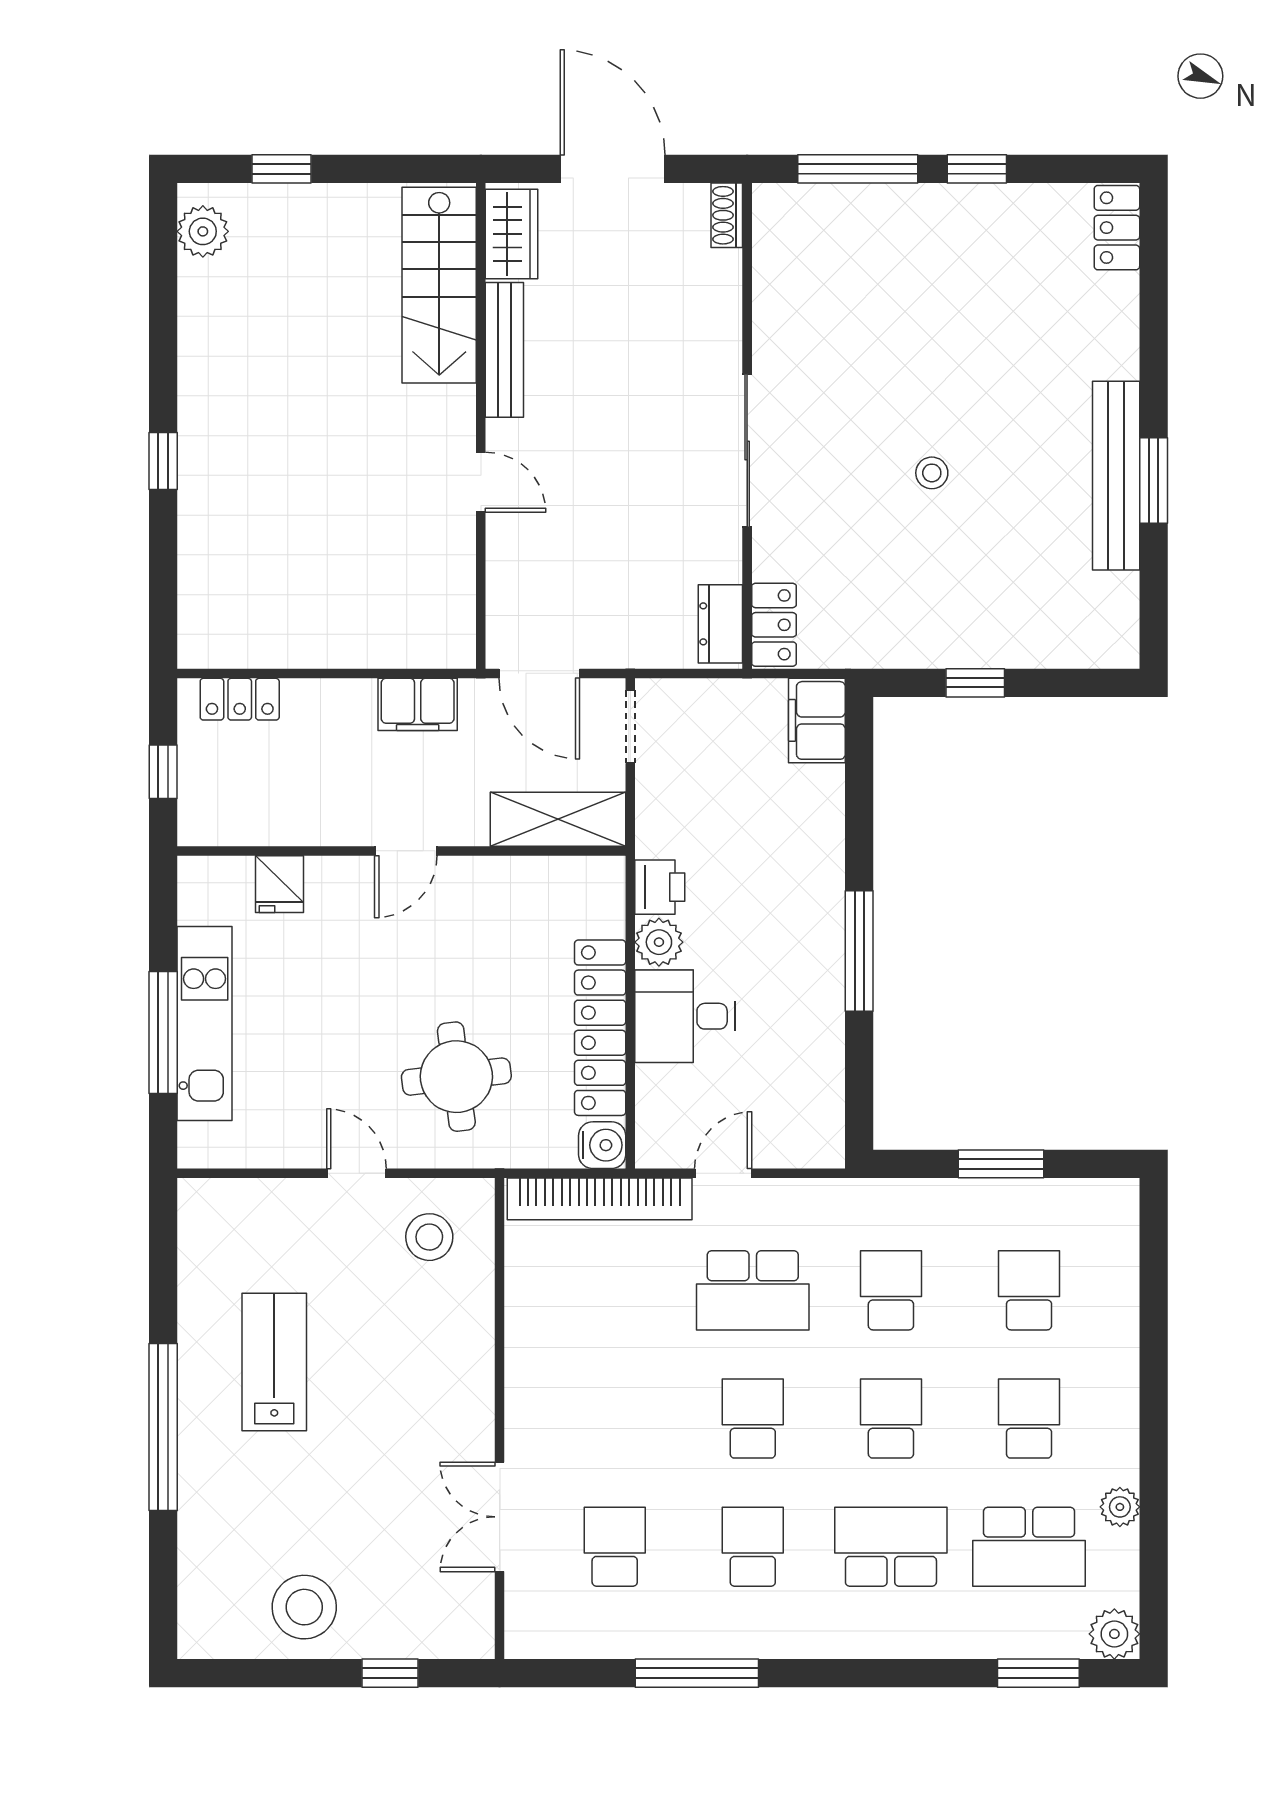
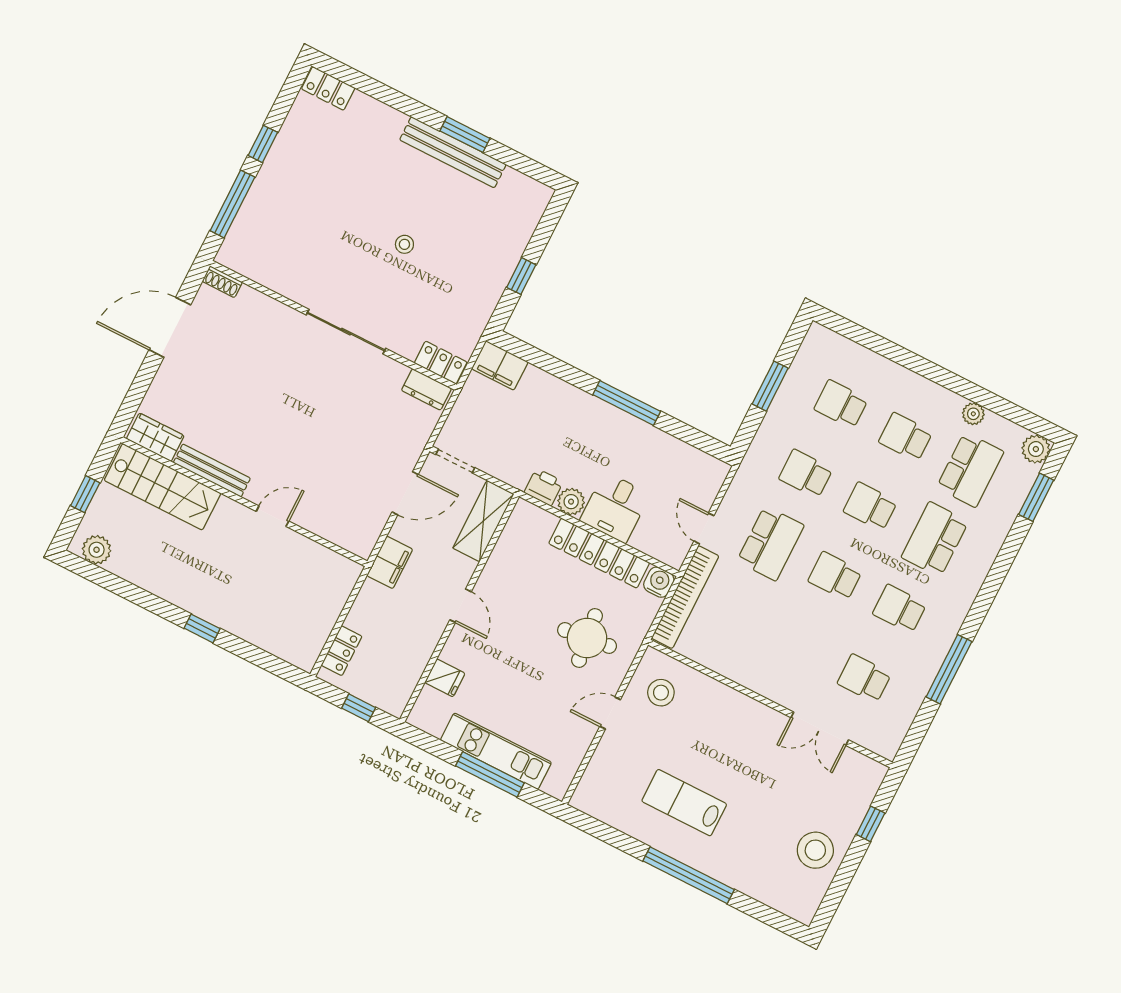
wardrobe: (512, 234) -> (155, 437), moved
stairs: (439, 285) -> (162, 487), moved
bench: (504, 350) -> (212, 471), moved
wall: (481, 426) -> (244, 502), moved
door: (481, 482) -> (272, 516), moved

